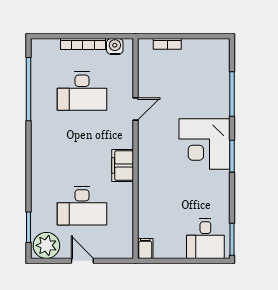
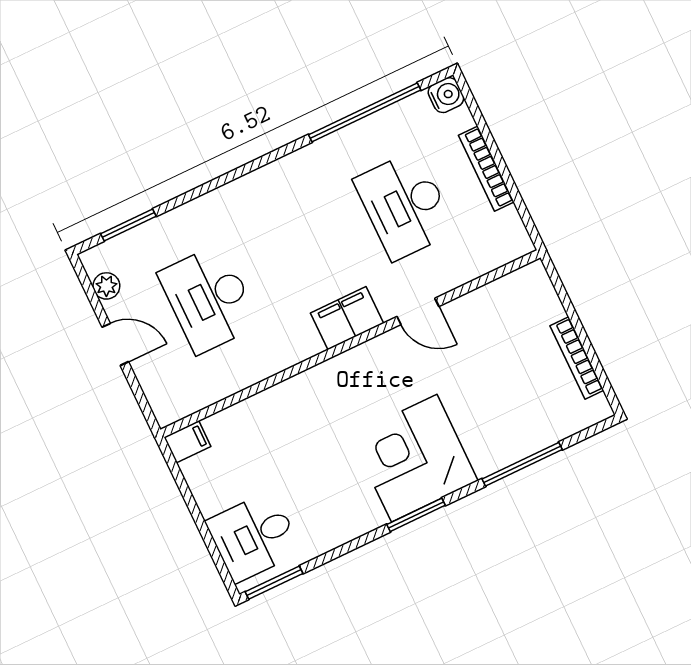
bookcase: (167, 44) -> (577, 358), moved, width x1.56
water cooler: (115, 46) -> (446, 95), moved
filing cabinet: (123, 166) -> (347, 318), moved
plant: (46, 245) -> (106, 286), width x0.53, depth x0.53
door: (82, 261) -> (115, 344), hinge flipped

